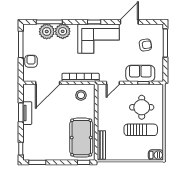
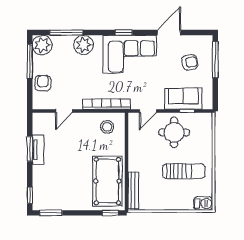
plant: (47, 32) -> (42, 45), moved
door: (48, 83) -> (64, 111), width x0.53
round table: (142, 107) -> (174, 132), moved

